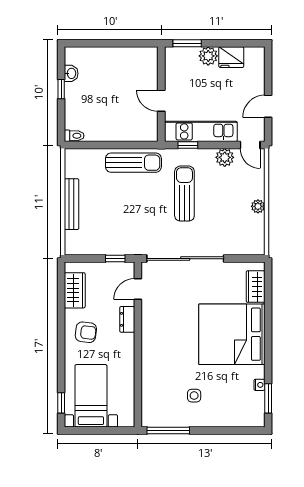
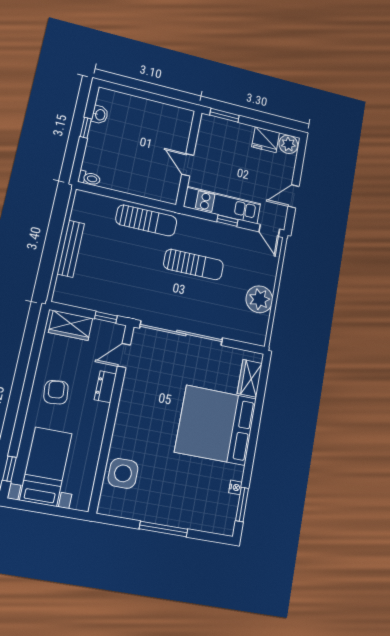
plant: (208, 56) -> (288, 144), moved
window: (188, 145) -> (227, 221), moved
plant: (225, 157) -> (242, 237), removed
sun lounger: (184, 194) -> (194, 264), turned 90
plant: (258, 206) -> (259, 299), width x1.88, depth x1.88
wardrobe: (75, 290) -> (71, 325), moved, turned 90
armchair: (86, 332) -> (56, 392), turned -103
side table: (194, 396) -> (123, 473), moved, width x1.87, depth x1.87
window: (168, 431) -> (164, 529), moved

